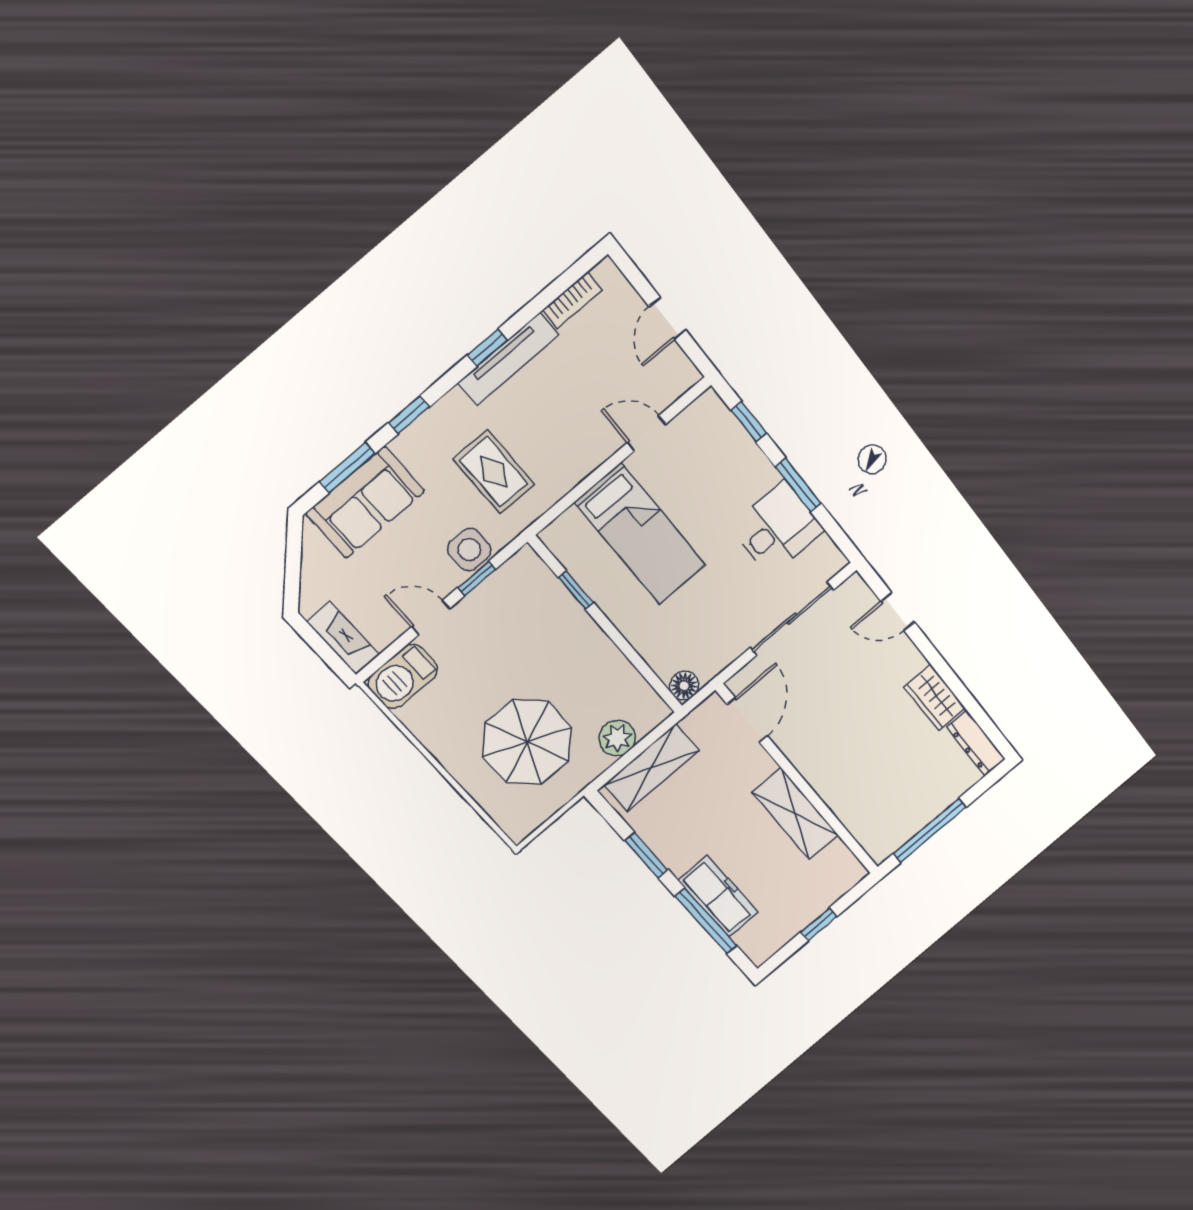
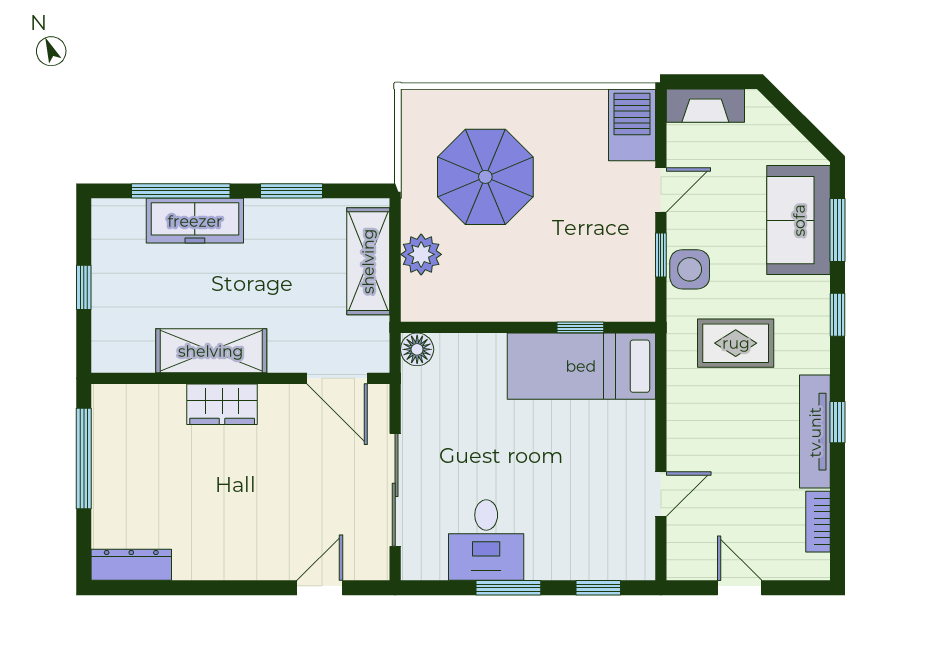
bed: (640, 534) -> (581, 366), moved
wardrobe: (935, 698) -> (222, 404), moved, turned 180

